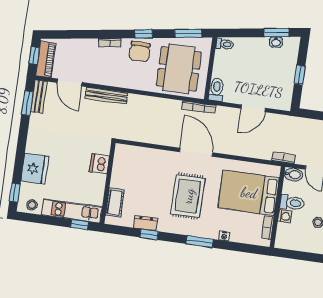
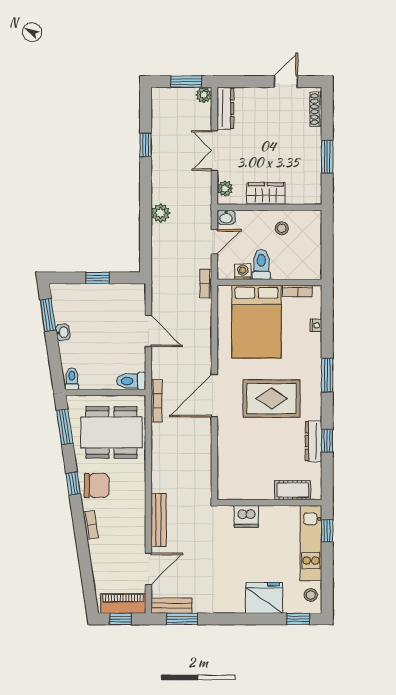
washbasin: (276, 42) -> (63, 332), moved
bidet: (293, 174) -> (225, 268), removed
washing machine: (285, 216) -> (243, 272), moved
dresser: (145, 223) -> (314, 441), width x1.44
nightstand: (224, 236) -> (316, 325), moved

